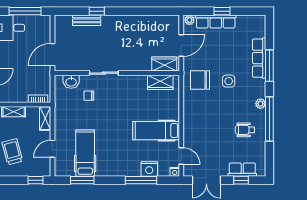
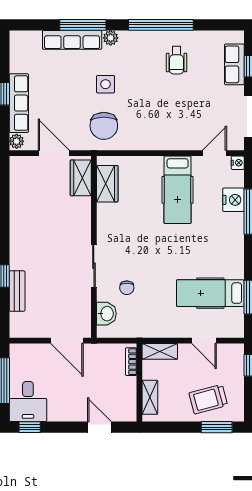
plant: (260, 104) -> (111, 38), moved

